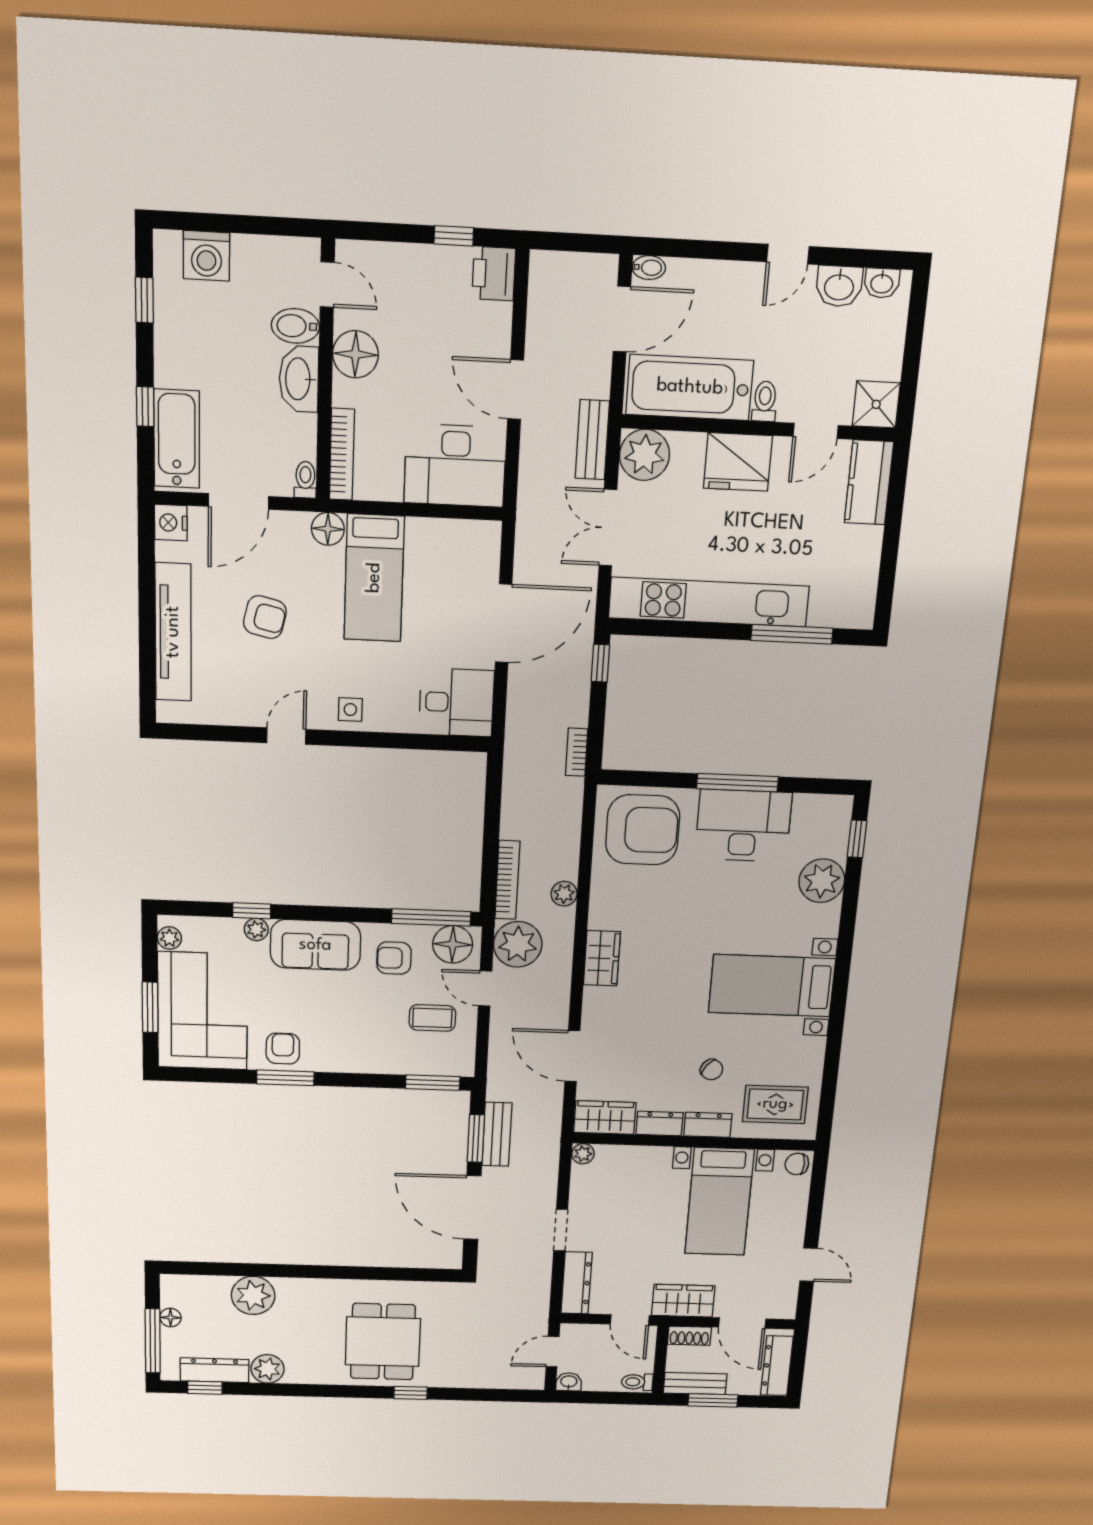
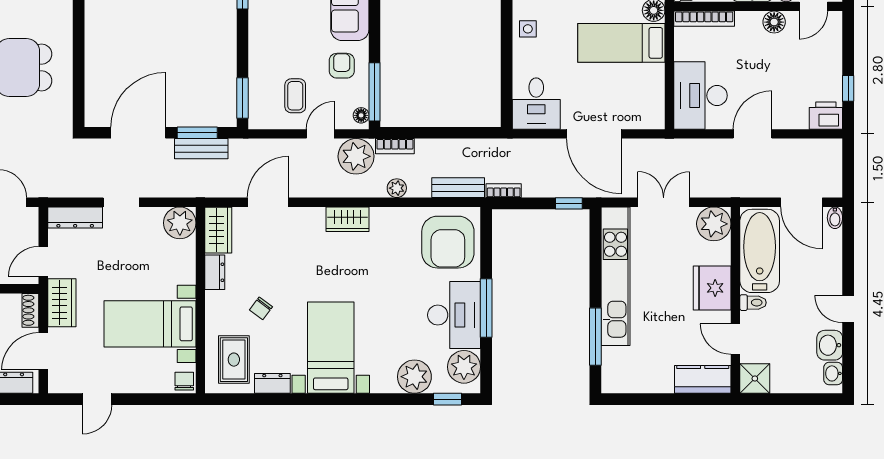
floor lamp: (355, 354) -> (774, 22), width x0.73, depth x0.73
bench: (592, 440) -> (458, 188), moved
plant: (815, 815) -> (464, 367), added
bookcase: (507, 880) -> (395, 146), width x0.64
floor lamp: (453, 944) -> (361, 115), width x0.53, depth x0.53
dresser: (708, 1125) -> (272, 383), moved, turned -90
plant: (583, 1154) -> (180, 223), width x1.88, depth x1.88

